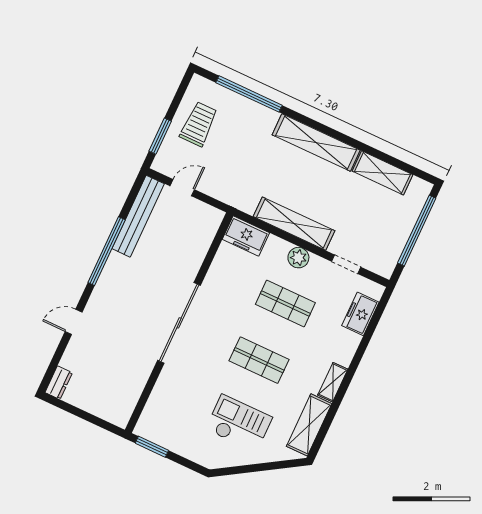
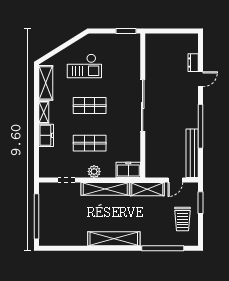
shelving: (382, 173) -> (147, 189), moved
freezer: (360, 314) -> (46, 135), moved
dresser: (59, 383) -> (193, 63), moved

